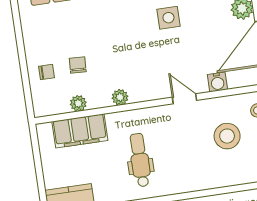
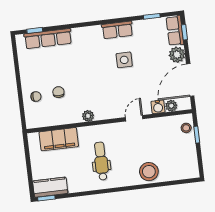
door: (184, 99) -> (134, 118), hinge flipped
plant: (78, 103) -> (171, 106), moved
stool: (227, 136) -> (149, 172), moved

